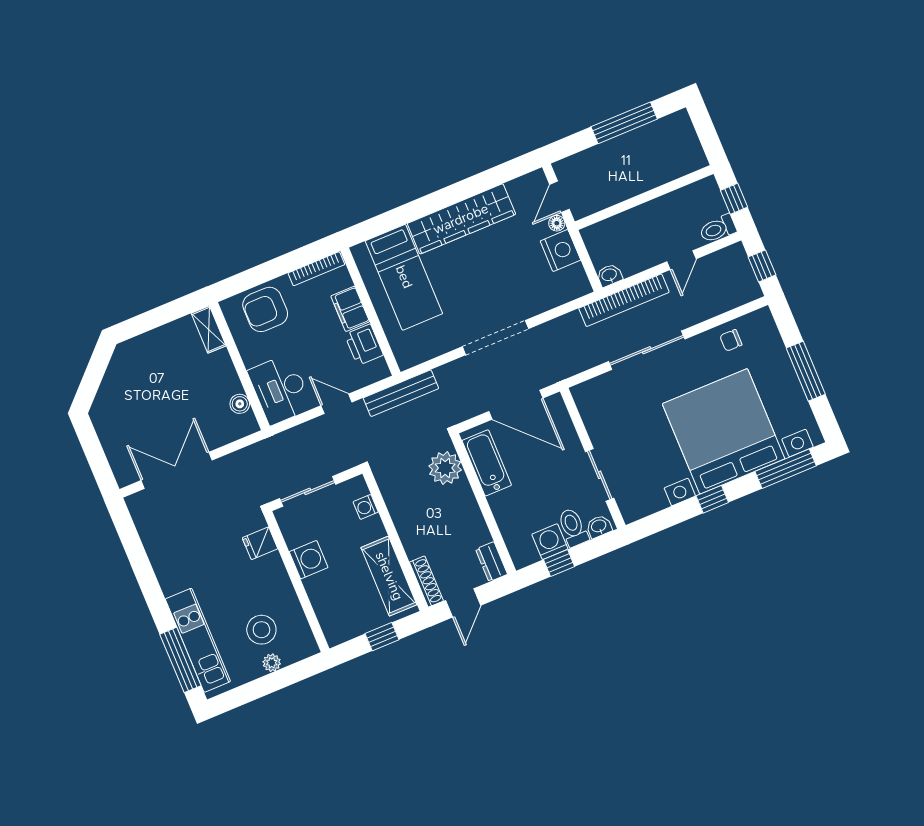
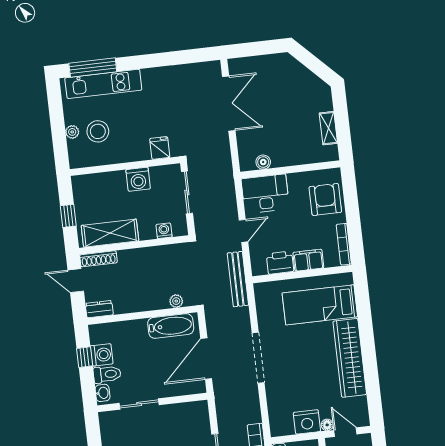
shelving: (209, 329) -> (328, 128), moved, turned 90
plant: (445, 468) -> (176, 301), width x0.53, depth x0.53

